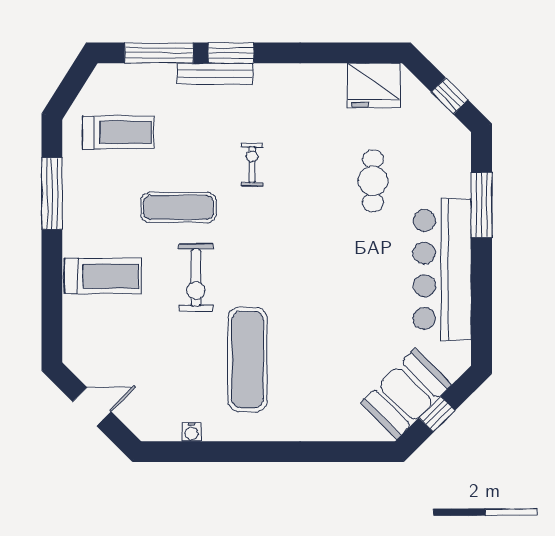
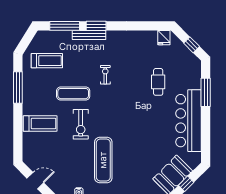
fridge: (374, 85) -> (164, 38), width x0.53, depth x0.75

